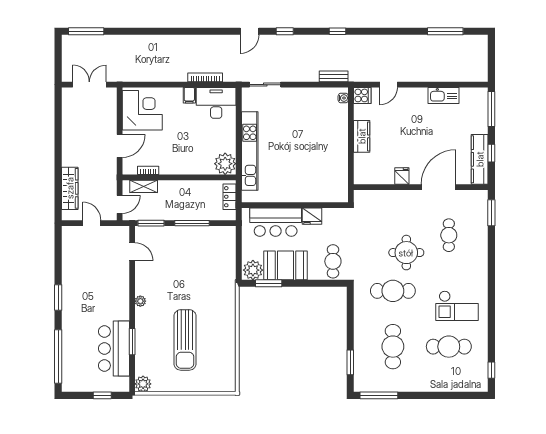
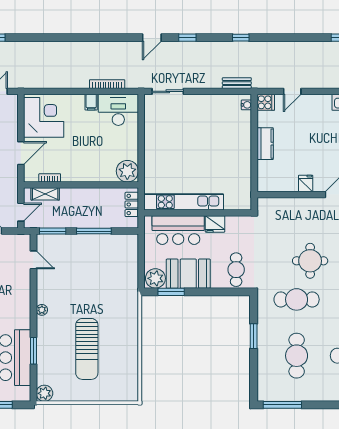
kitchen unit: (250, 151) -> (184, 202), moved, turned -90
window: (350, 362) -> (254, 336), moved

